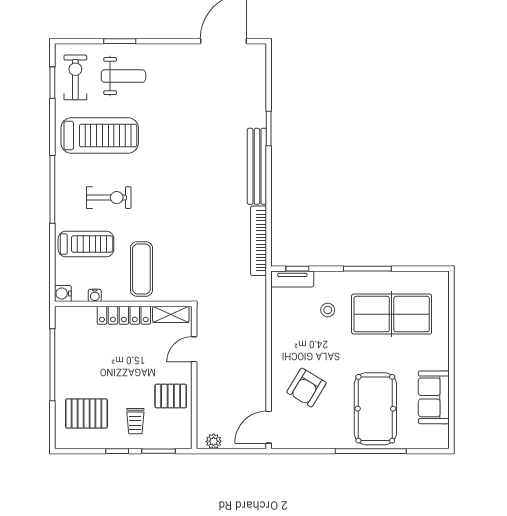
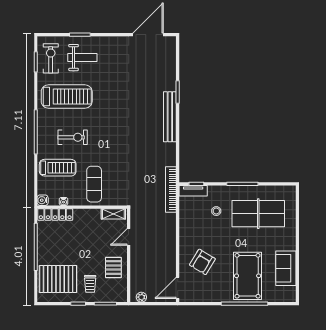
bookcase: (259, 241) -> (171, 189), moved
locker: (124, 315) -> (55, 214), moved
pallet: (171, 396) -> (113, 267), turned 90
pallet: (87, 414) -> (58, 279), width x1.37, depth x1.41

